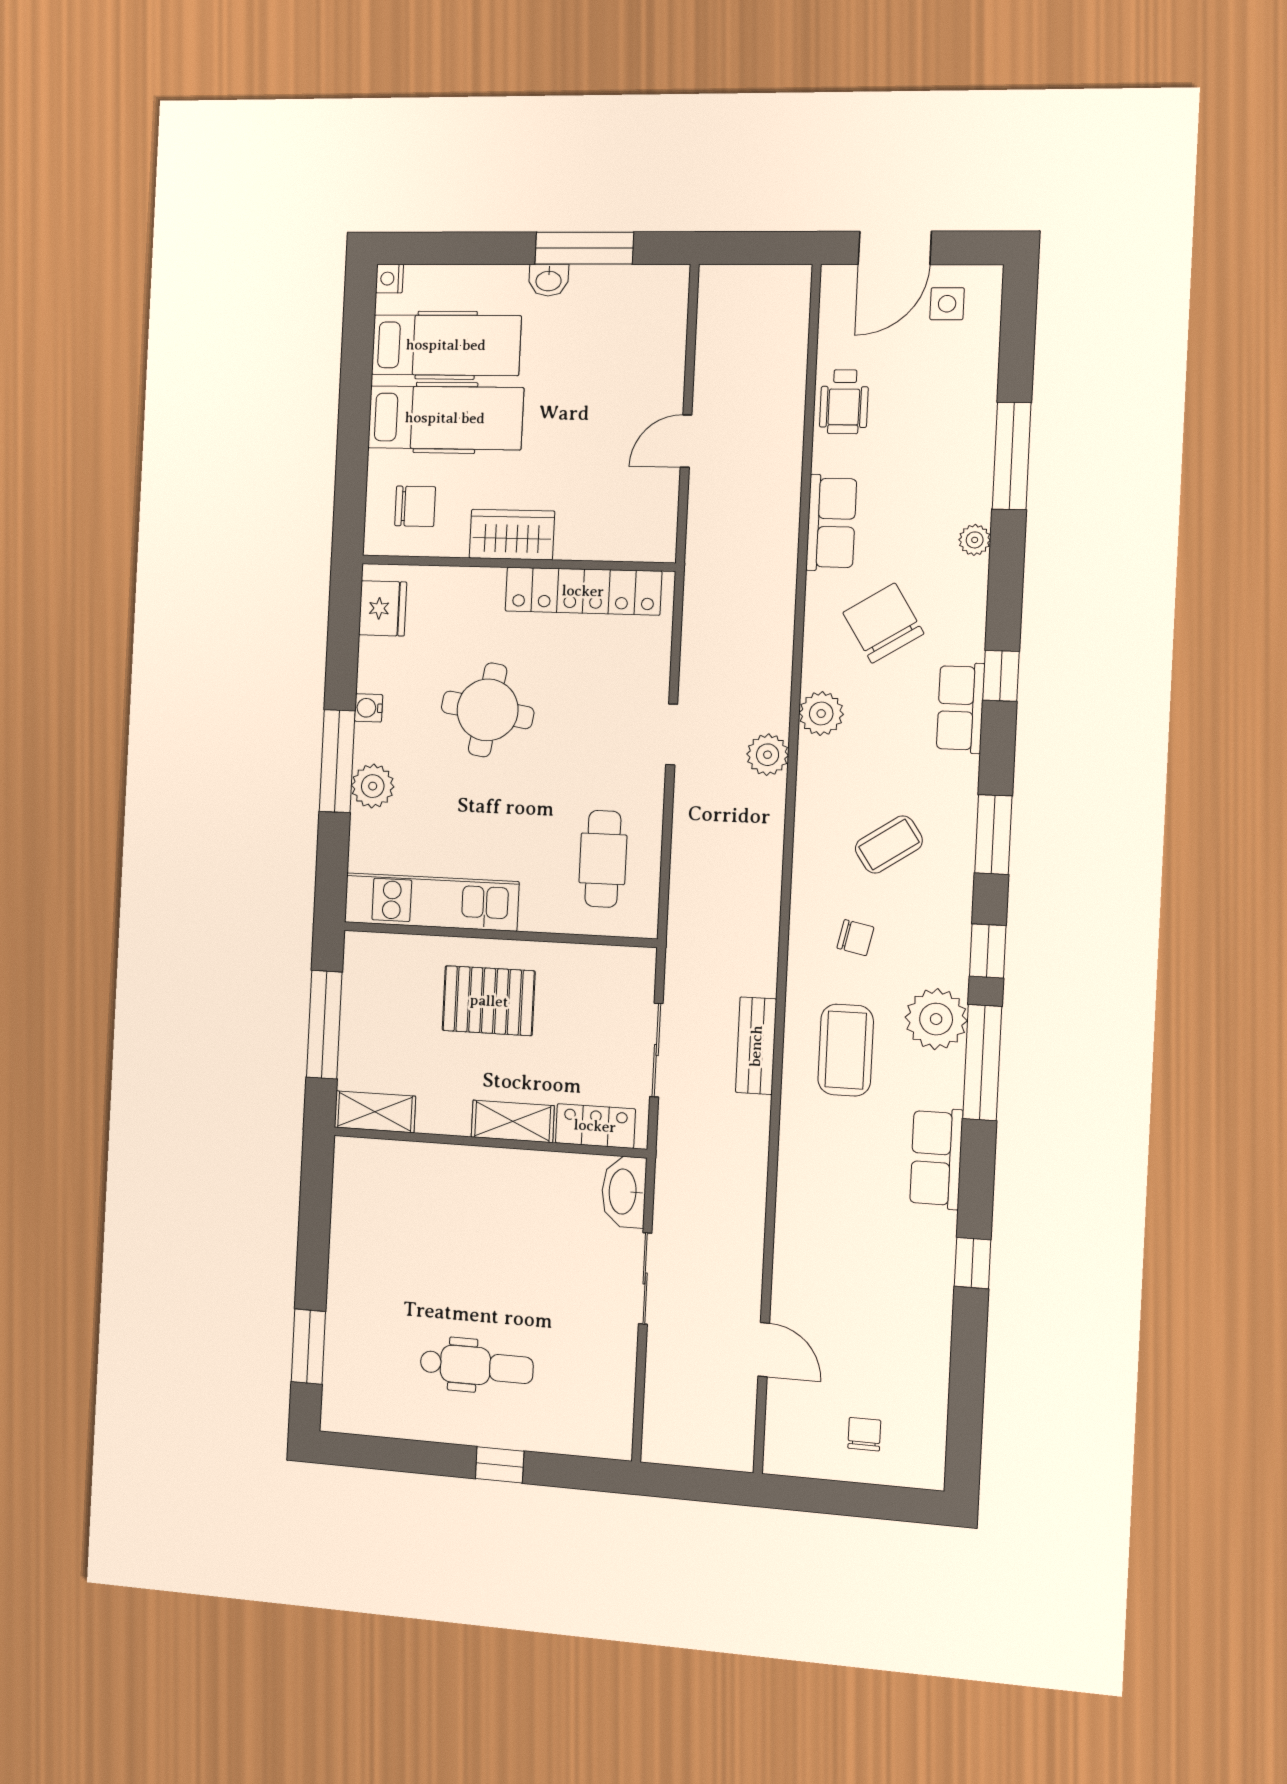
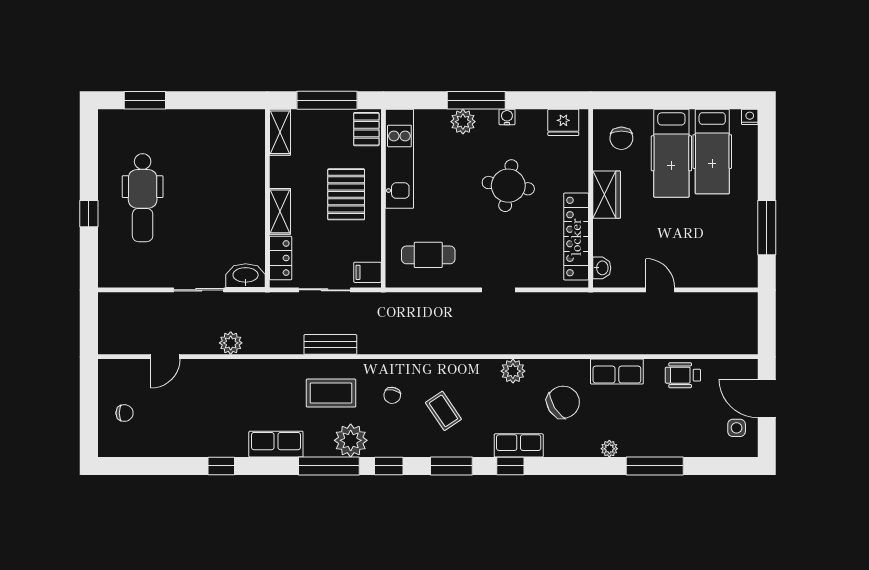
washbasin: (549, 280) -> (602, 268), moved, turned 180
window: (1001, 676) -> (510, 466), moved
plant: (768, 755) -> (231, 343), moved
pallet: (377, 958) -> (366, 129), added
filing cabinet: (629, 970) -> (367, 272), added
dental chair: (477, 1366) -> (143, 198), width x1.36, depth x1.38

